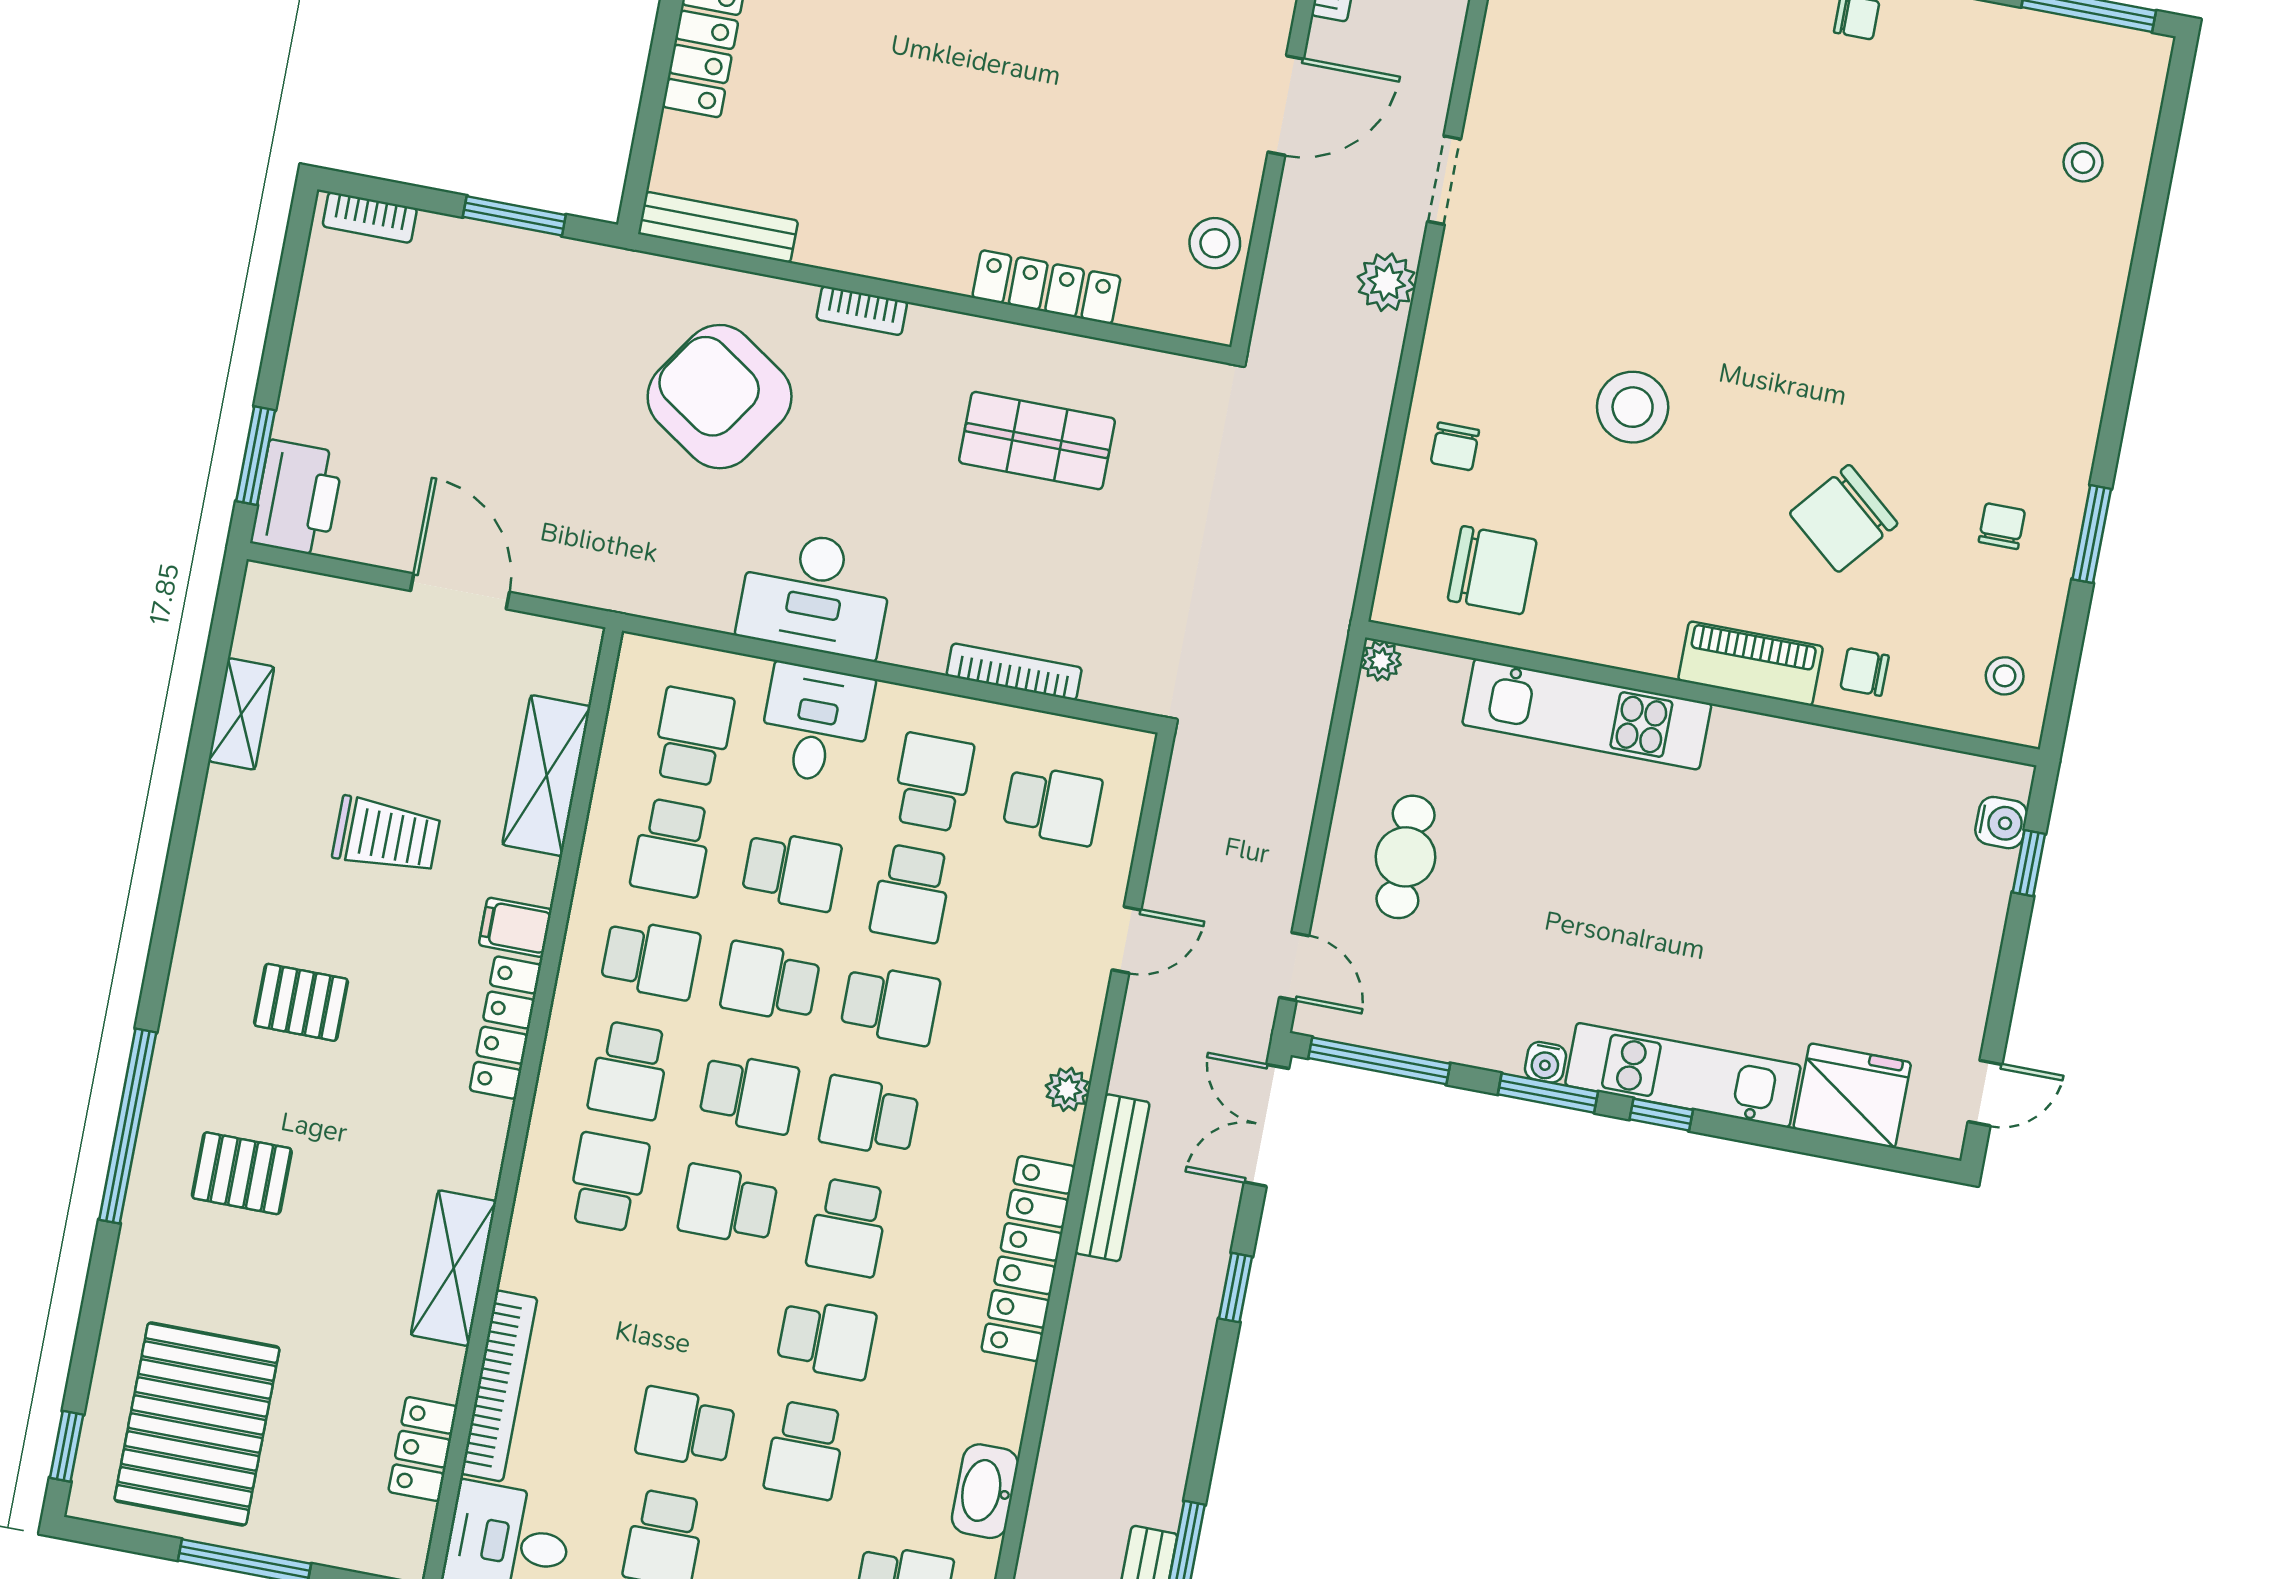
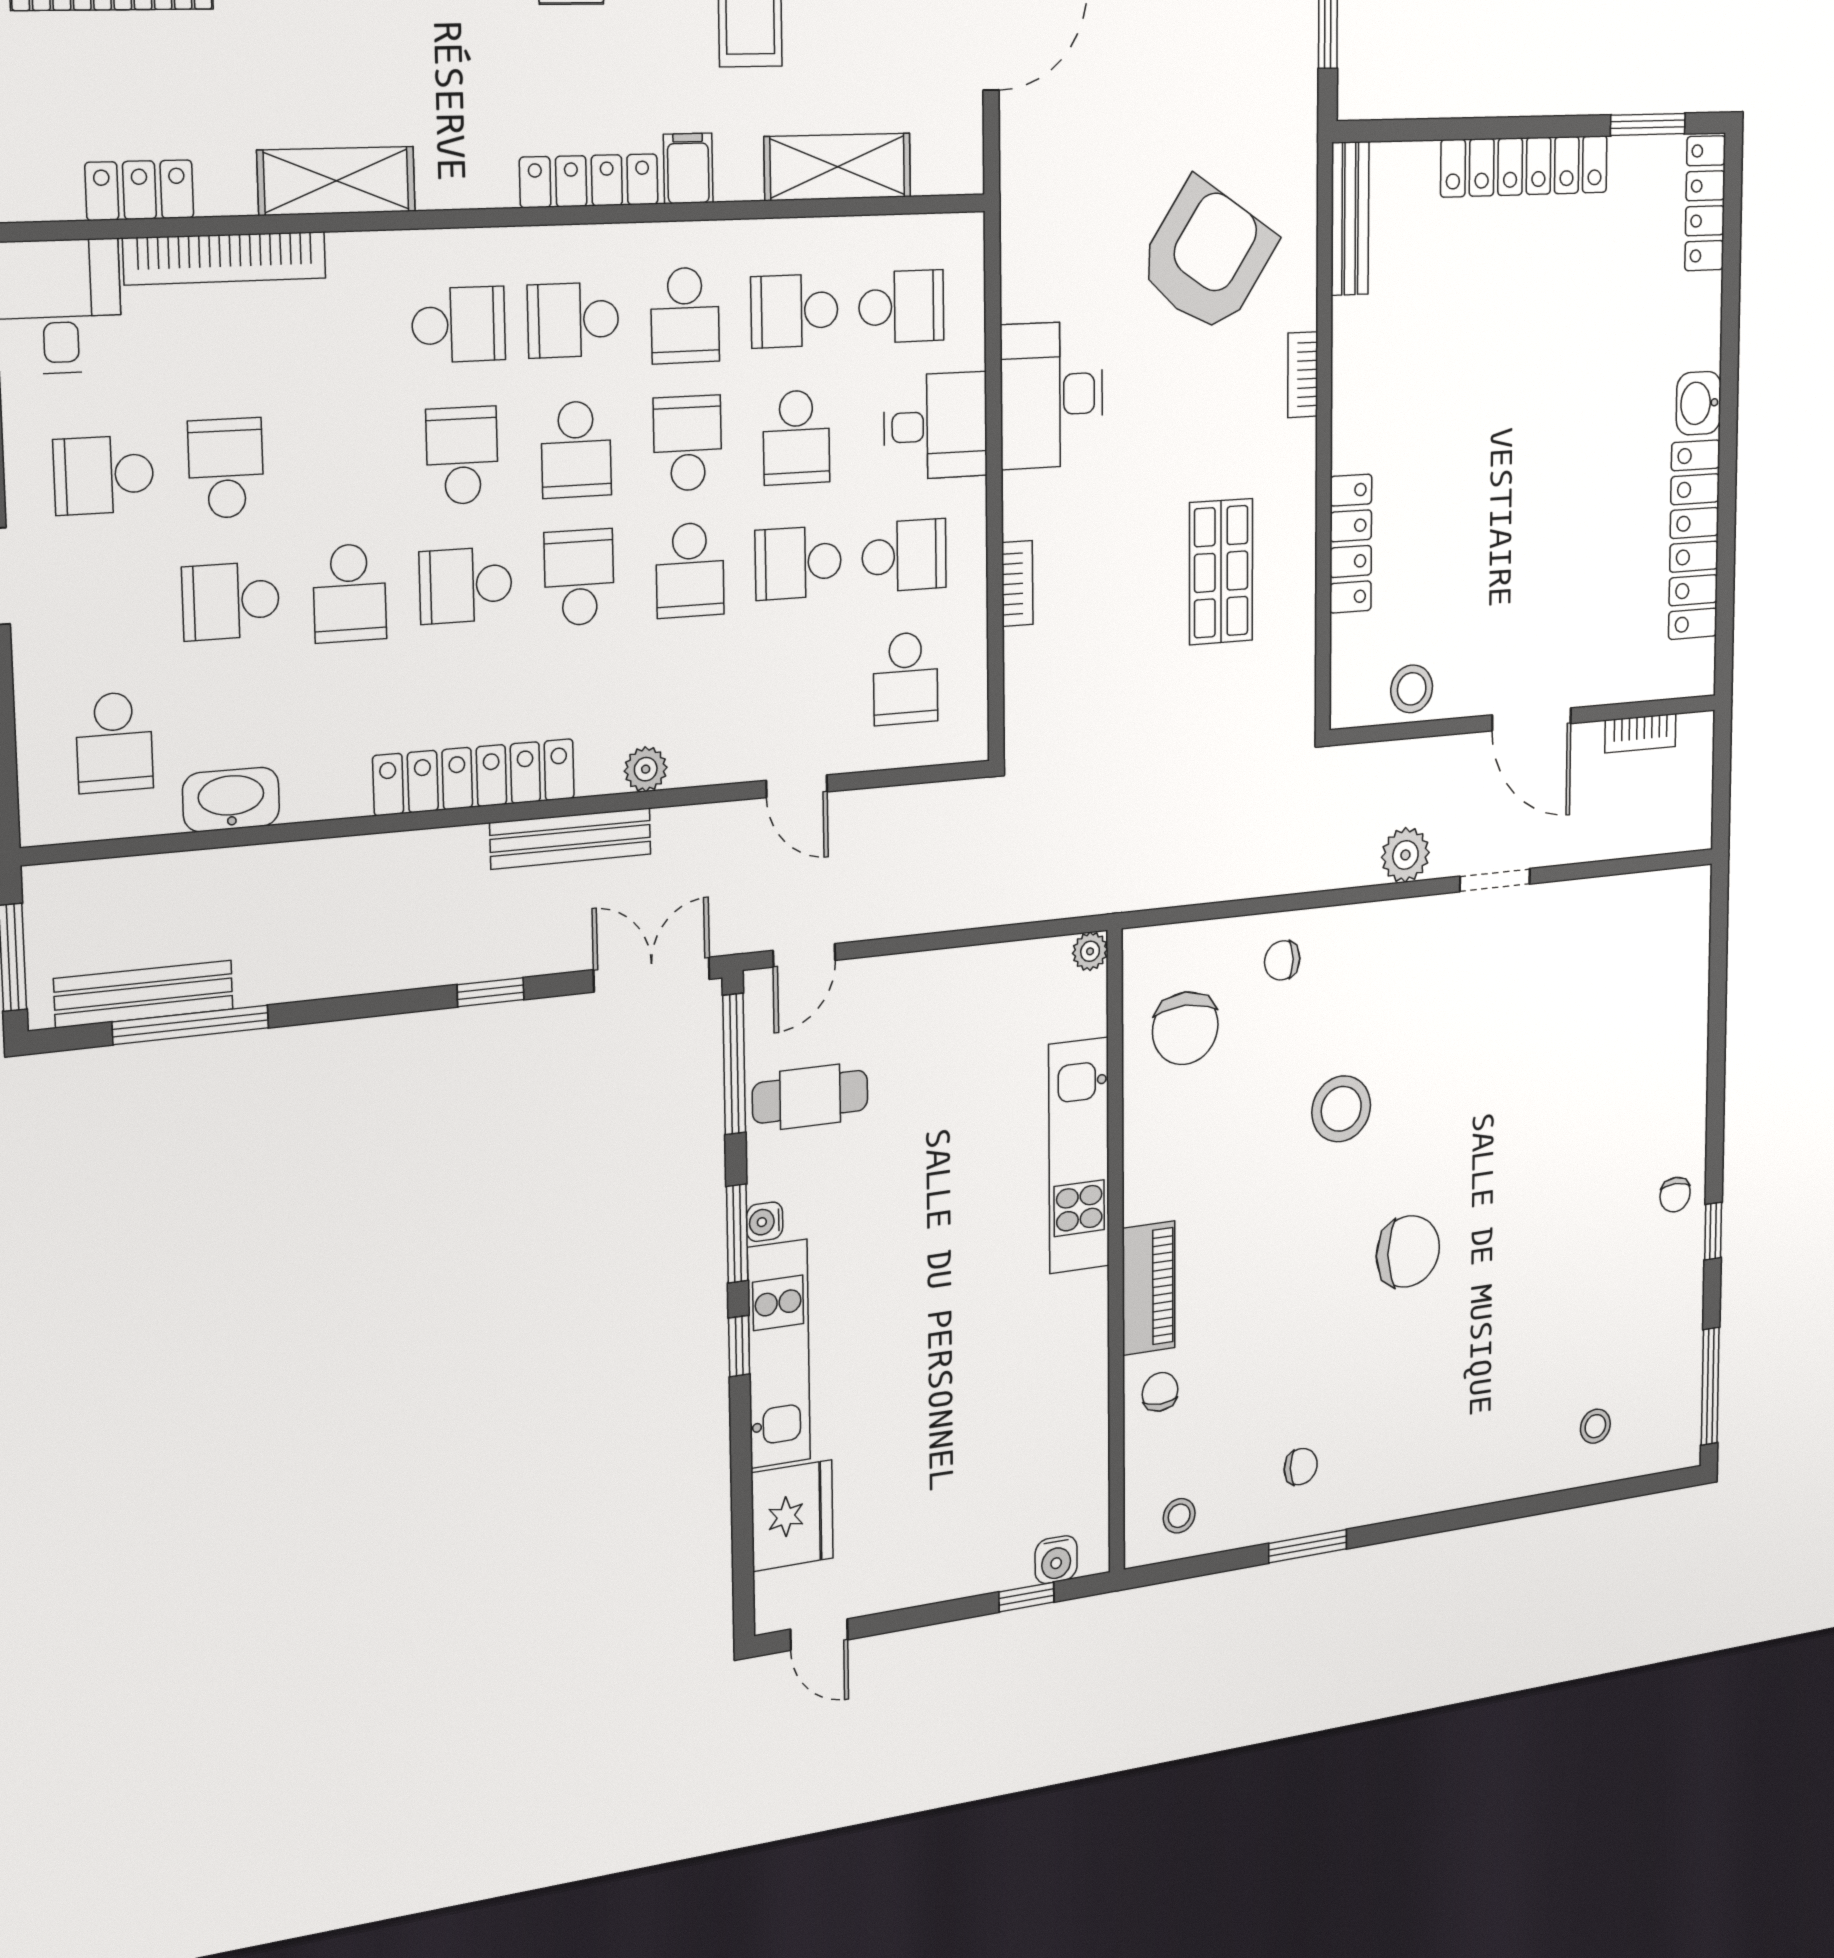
chair: (1844, 518) -> (1408, 1251), moved, turned 140
bookcase: (1014, 672) -> (1017, 583), width x0.64
cafe table: (1406, 857) -> (810, 1097), moved

